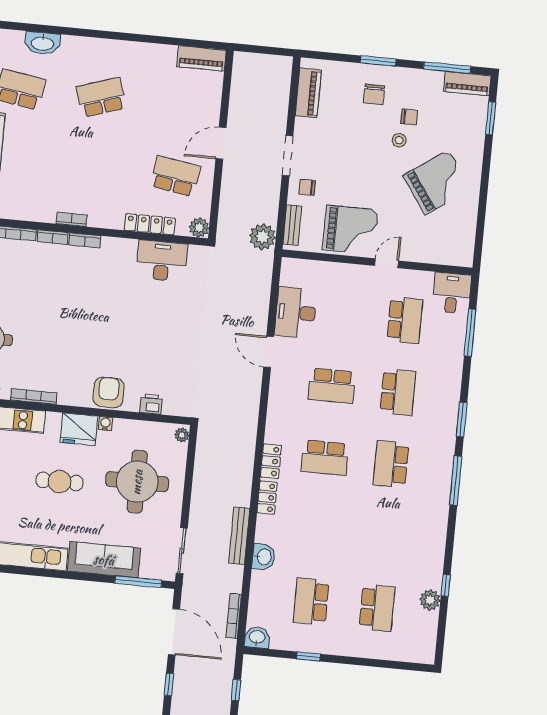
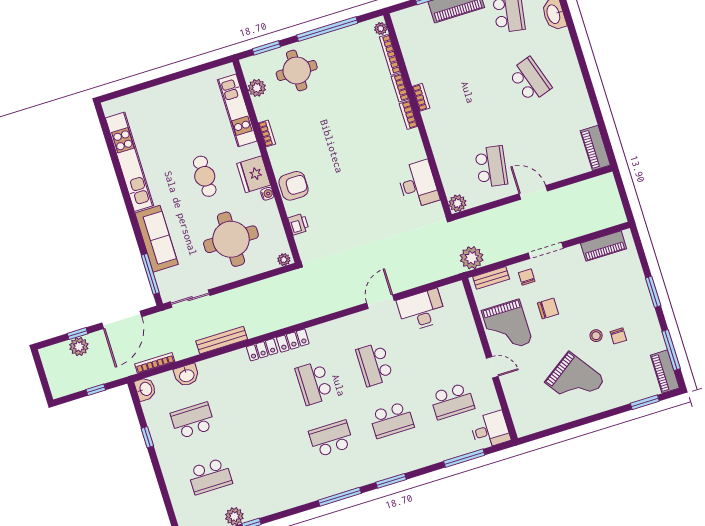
chair: (374, 94) -> (548, 308), moved, turned 180
locker: (150, 224) -> (444, 162), removed
bookcase: (34, 396) -> (267, 133), width x0.64
washbasin: (264, 557) -> (187, 375), moved
plant: (183, 689) -> (79, 347), added

